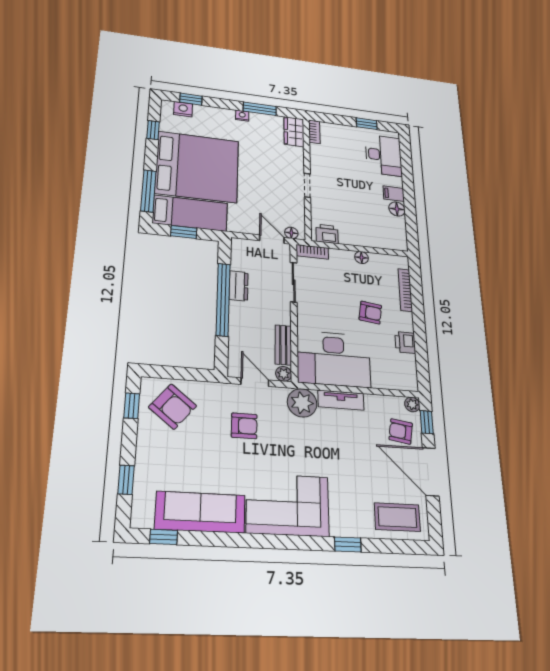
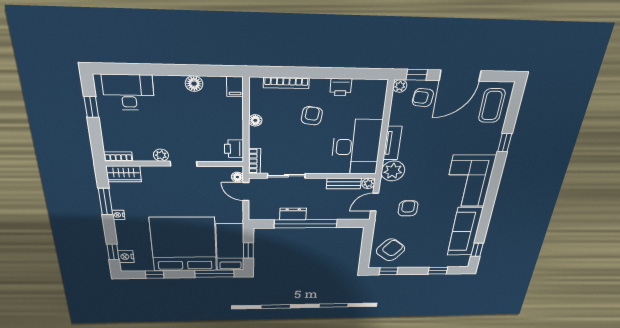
plant: (317, 168) -> (161, 155), added
filing cabinet: (394, 194) -> (235, 87), moved
door: (272, 239) -> (246, 192), hinge flipped
armchair: (401, 431) -> (423, 98), turned 87

